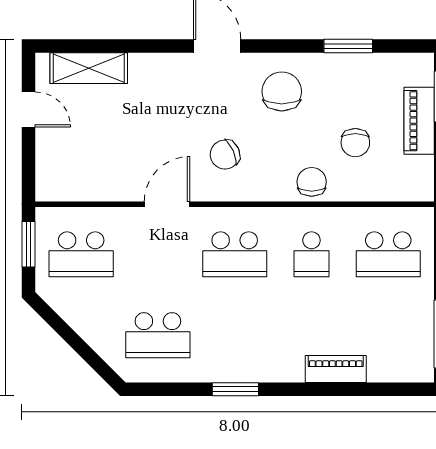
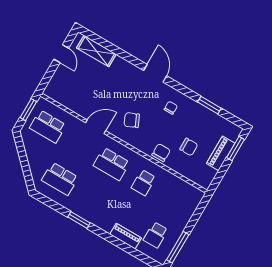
chair: (282, 91) -> (171, 108), width x0.54, depth x0.54
chair: (355, 143) -> (189, 147), turned -90
school desk: (388, 254) -> (156, 235), moved, width x0.54

